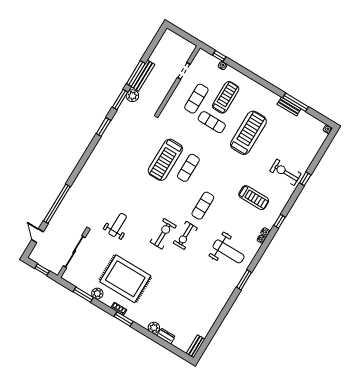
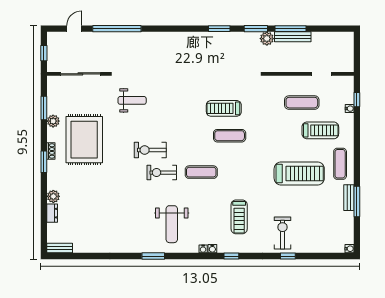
exercise mat: (212, 122) -> (340, 164), moved
treadmill: (165, 160) -> (224, 108), width x0.73, depth x0.73
exercise bike: (163, 234) -> (150, 150), turned 180

